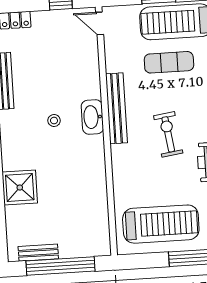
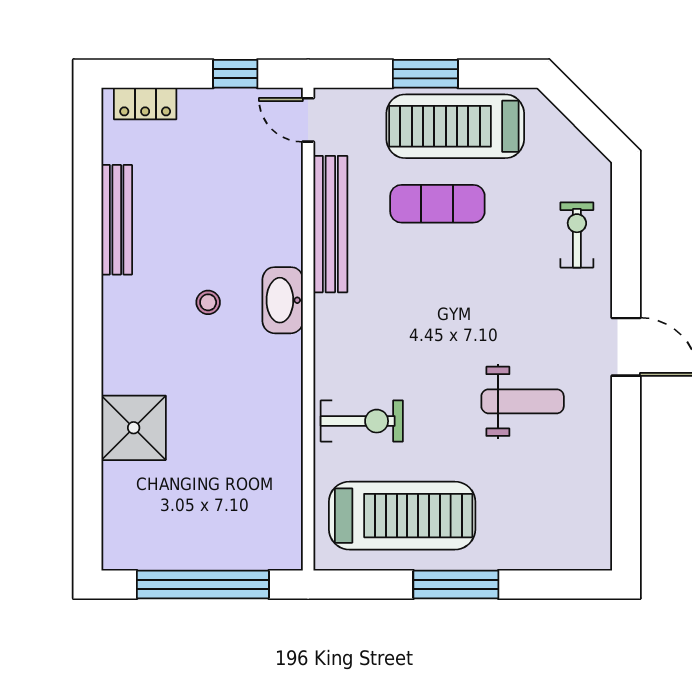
bench: (116, 108) -> (330, 224), moved
exercise bike: (168, 134) -> (362, 421), moved, turned 98
bench: (38, 253) -> (162, 556), removed

